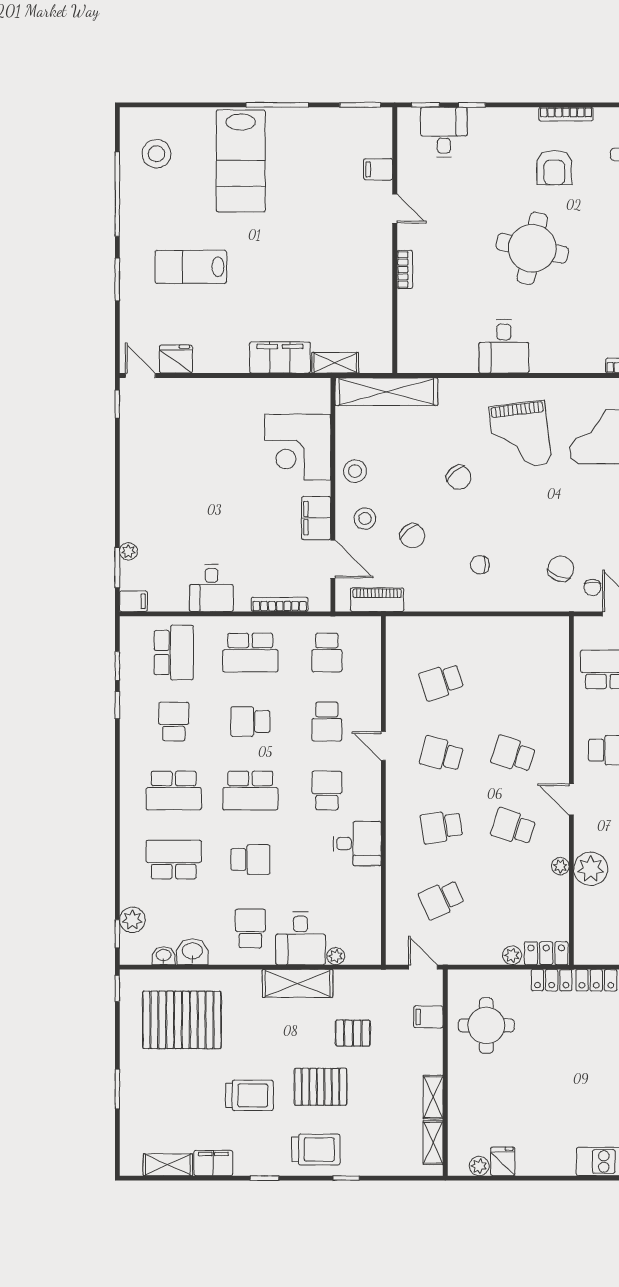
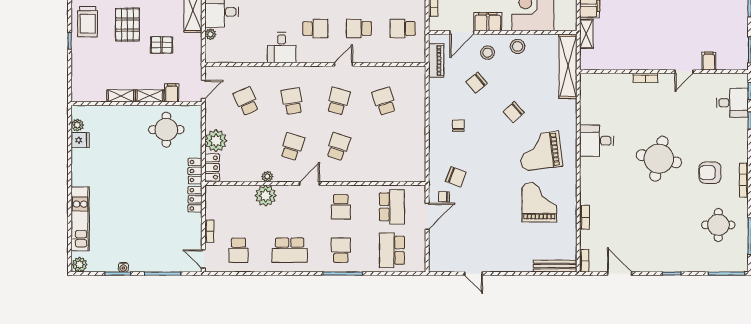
plant: (512, 955) -> (216, 141), width x1.88, depth x1.88
pallet: (353, 1033) -> (162, 45), turned 90
shelving: (433, 1143) -> (150, 96), moved

